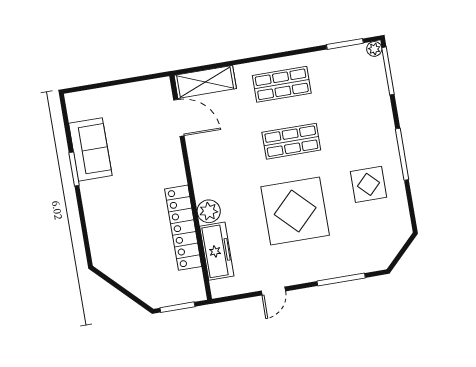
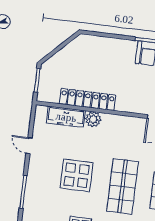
shop shelf: (291, 141) -> (123, 186), width x1.43, depth x1.36
display table: (295, 211) -> (77, 175), width x0.73, depth x0.73

